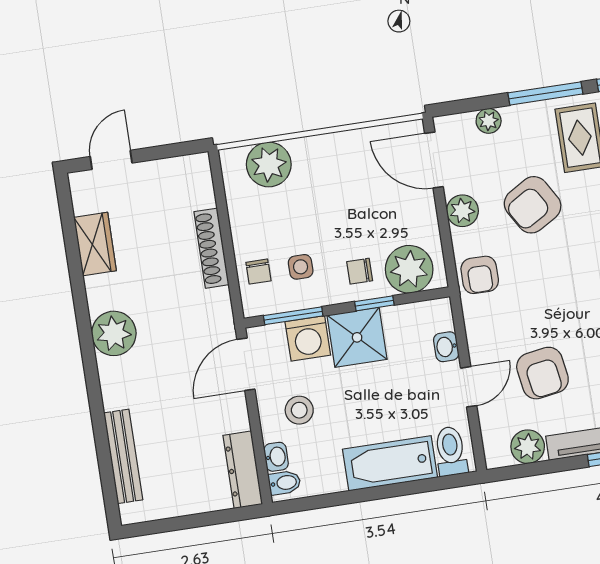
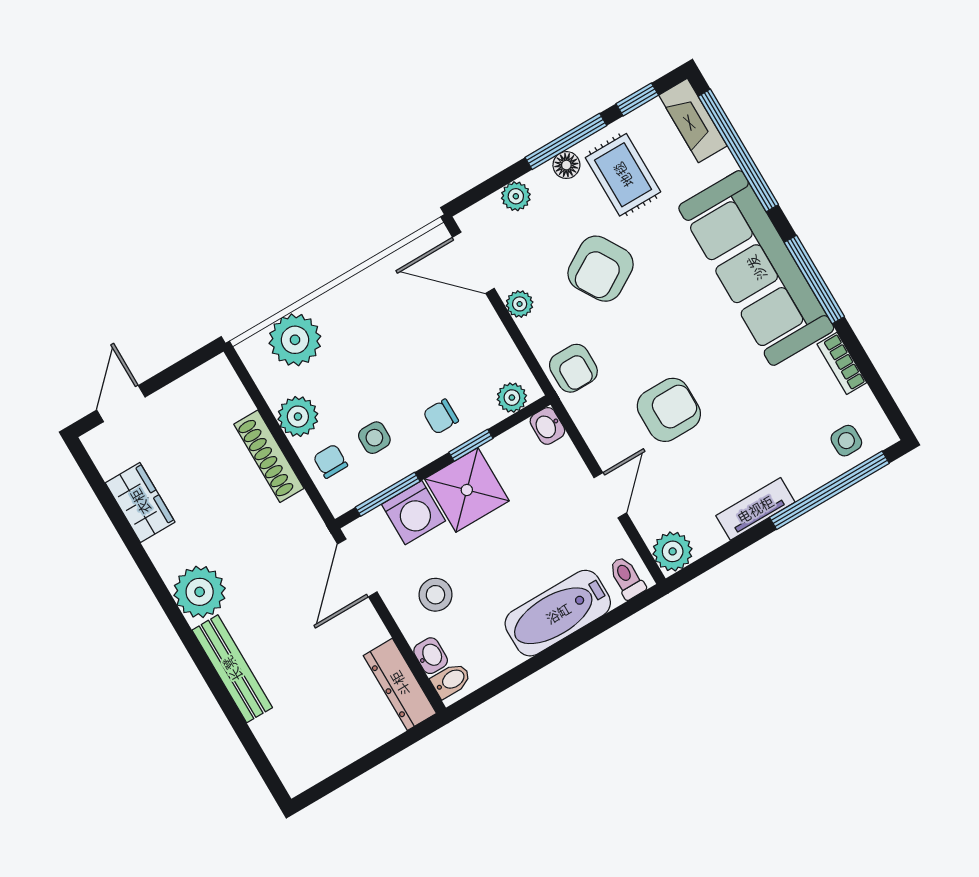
floor lamp: (538, 112) -> (566, 165), added
plant: (462, 211) -> (520, 304), width x0.73, depth x0.73
plant: (247, 226) -> (298, 417), added
plant: (409, 269) -> (512, 398), width x0.53, depth x0.53
chair: (258, 272) -> (330, 461), turned 180
washbasin: (446, 347) -> (547, 426), moved
armchair: (542, 373) -> (669, 410), moved, turned -81
plant: (528, 447) -> (673, 551), moved
toilet: (451, 451) -> (627, 578), width x0.73, depth x0.72
bench: (123, 456) -> (232, 669), moved

